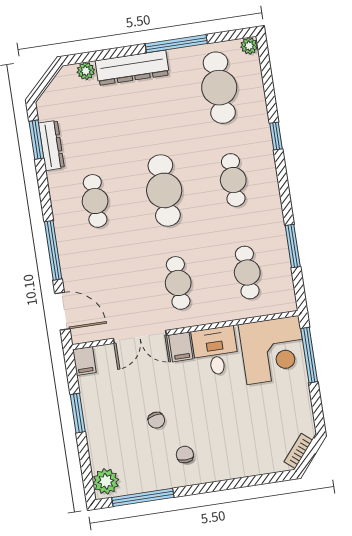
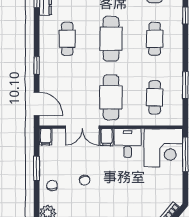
window: (53, 250) -> (37, 65), width x0.46
cafe table: (178, 283) -> (111, 97), width x1.37, depth x1.35
chair: (185, 455) -> (52, 186), moved

